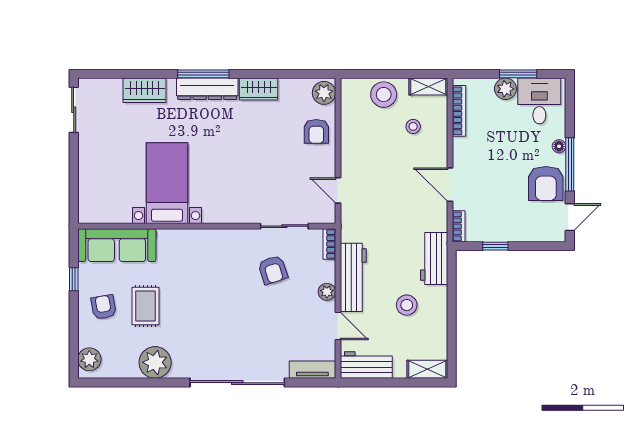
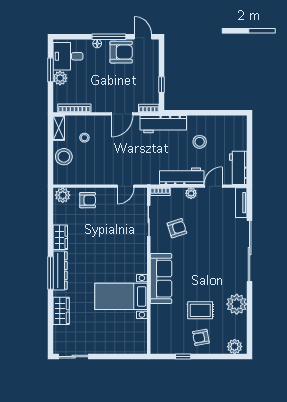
sofa: (117, 245) -> (161, 279), moved
workbench: (434, 258) -> (163, 124), width x1.38
shelving: (427, 369) -> (241, 129), removed

